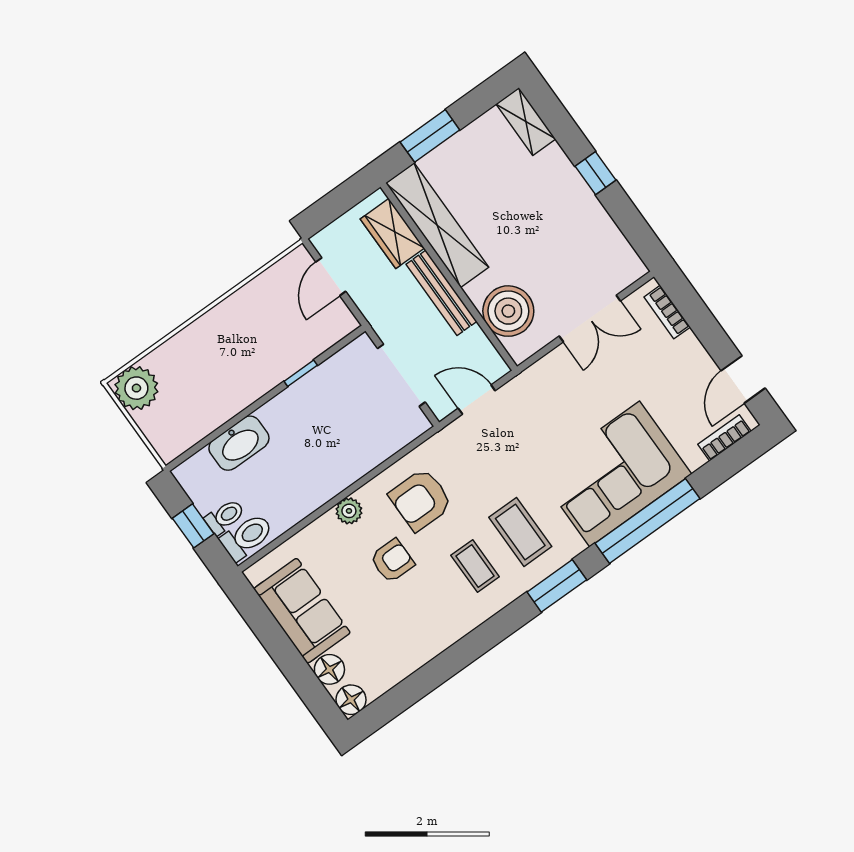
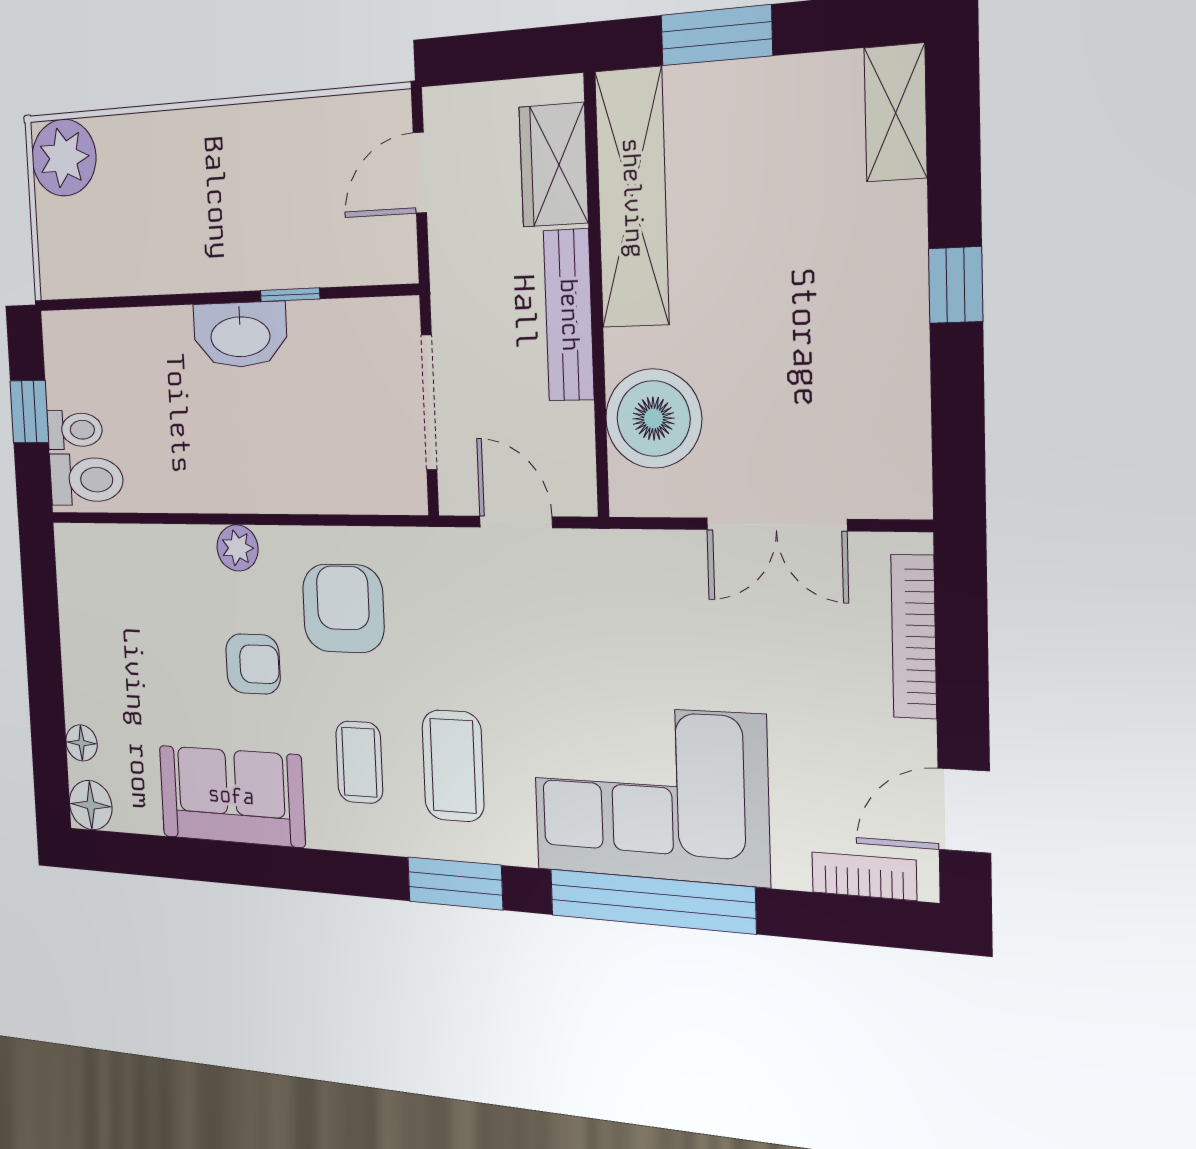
bookcase: (667, 312) -> (914, 637), width x1.56
washbasin: (239, 443) -> (240, 335), moved
armchair: (421, 500) -> (343, 608), turned 90
sofa: (302, 611) -> (231, 796), moved, turned -90
floor lamp: (329, 669) -> (81, 743), width x0.73, depth x0.73

